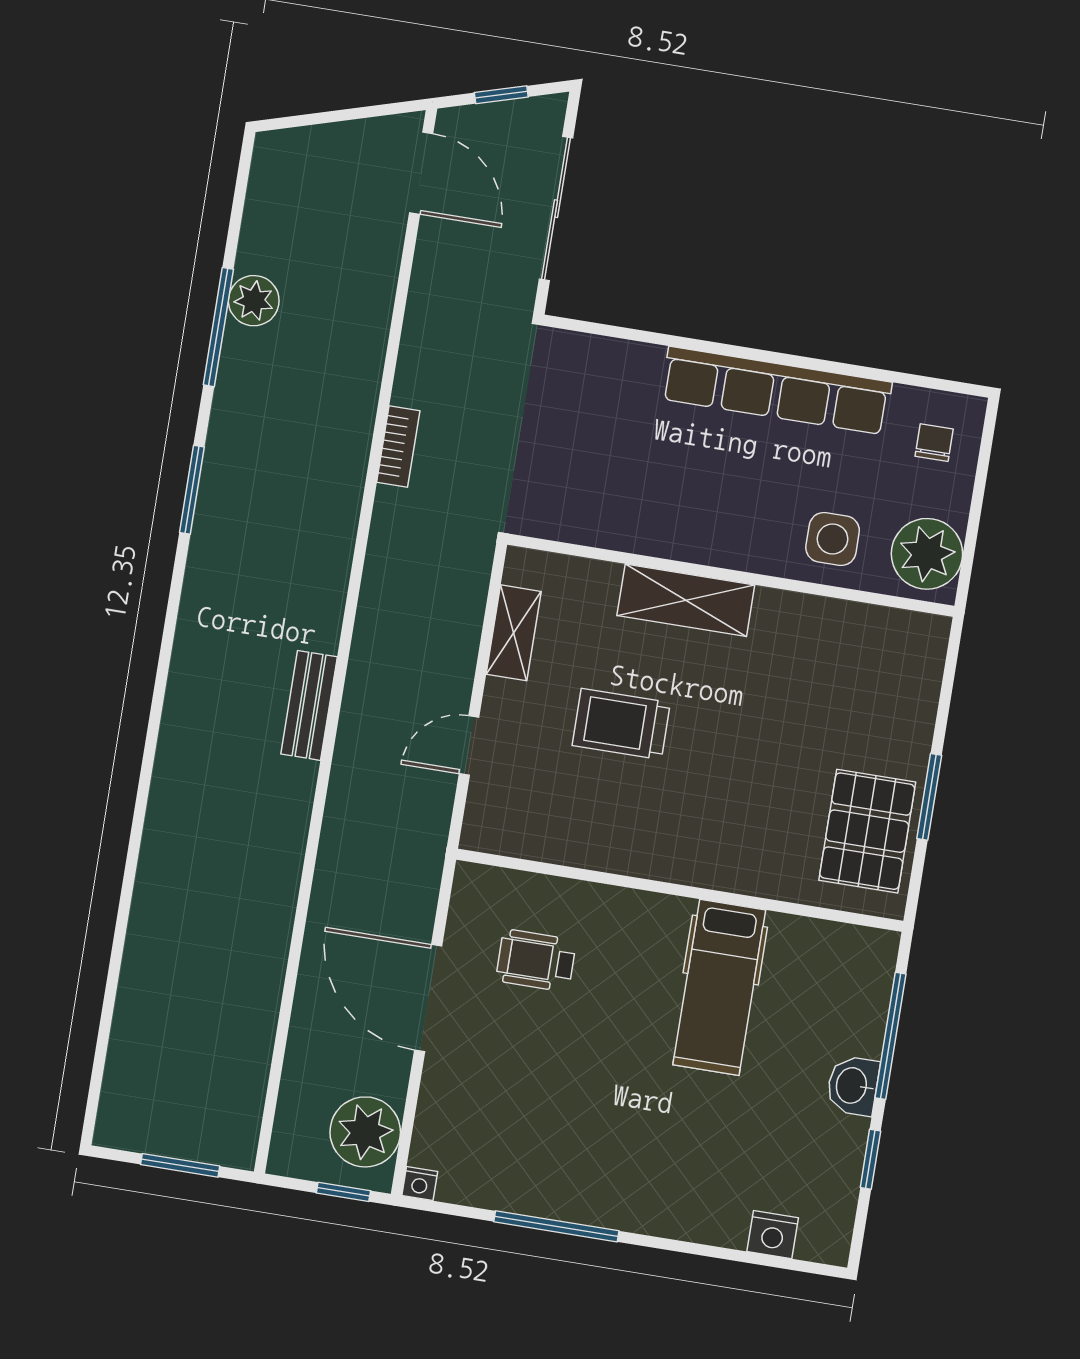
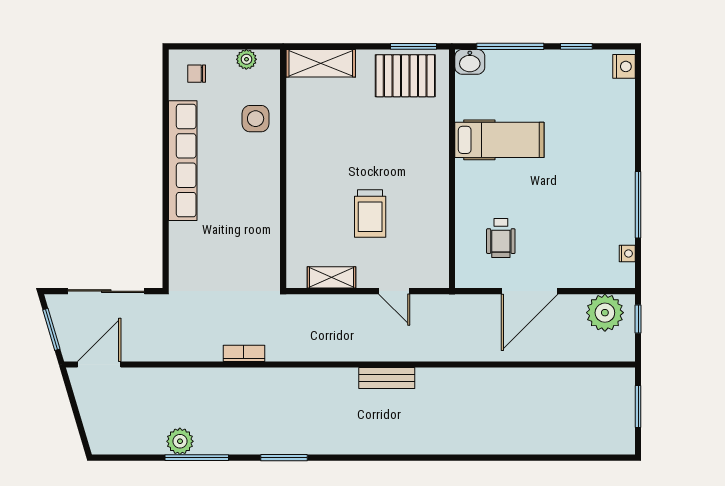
window: (501, 95) -> (51, 329), width x1.50
plant: (927, 554) -> (246, 59), width x0.53, depth x0.53
shelving: (686, 600) -> (321, 63), moved, turned 90
window: (929, 797) -> (413, 46), moved
washbasin: (853, 1086) -> (470, 62), moved
nightstand: (420, 1183) -> (627, 254), moved
nightstand: (773, 1235) -> (624, 66), moved

